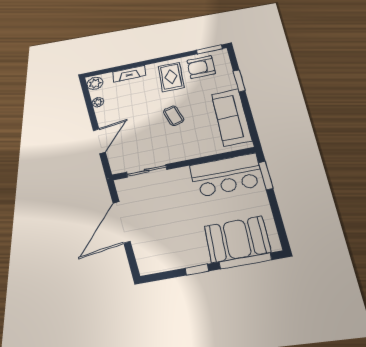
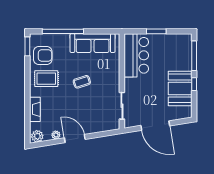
armchair: (201, 67) -> (43, 55), turned -90
window: (239, 81) -> (63, 31), width x2.11
door: (99, 141) -> (75, 139), moved
window: (266, 175) -> (156, 31), moved
booth: (237, 239) -> (180, 88), moved

